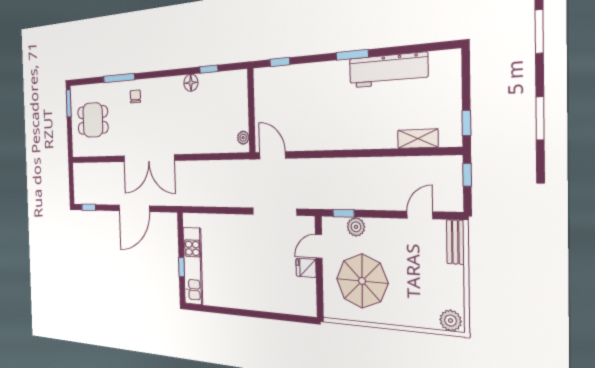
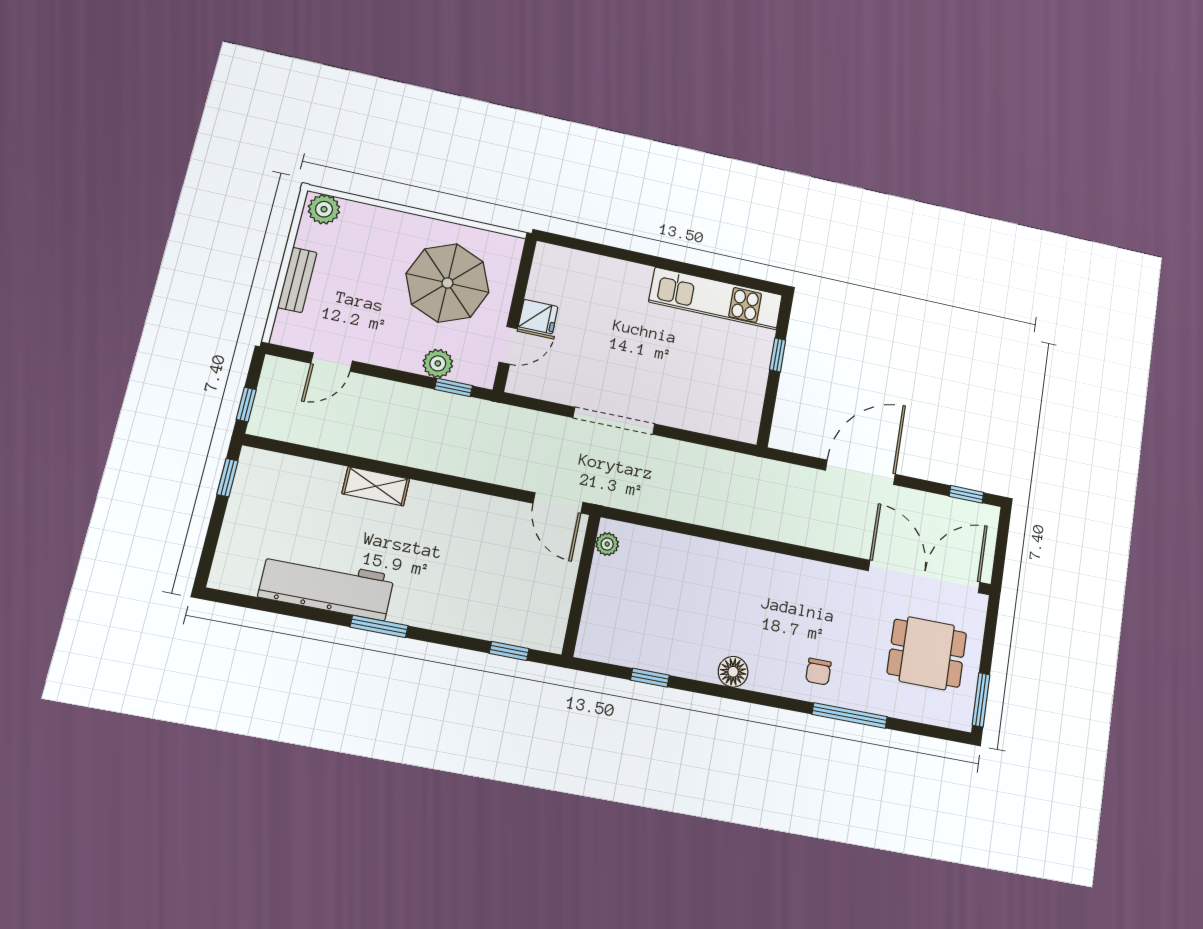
floor lamp: (191, 83) -> (733, 672), moved
shelving: (418, 139) -> (376, 486), moved
double door: (149, 158) -> (924, 577), moved
doorway: (274, 212) -> (614, 421), moved
bench: (455, 242) -> (297, 280), moved
kitchen unit: (193, 266) -> (716, 299), moved, turned -90

